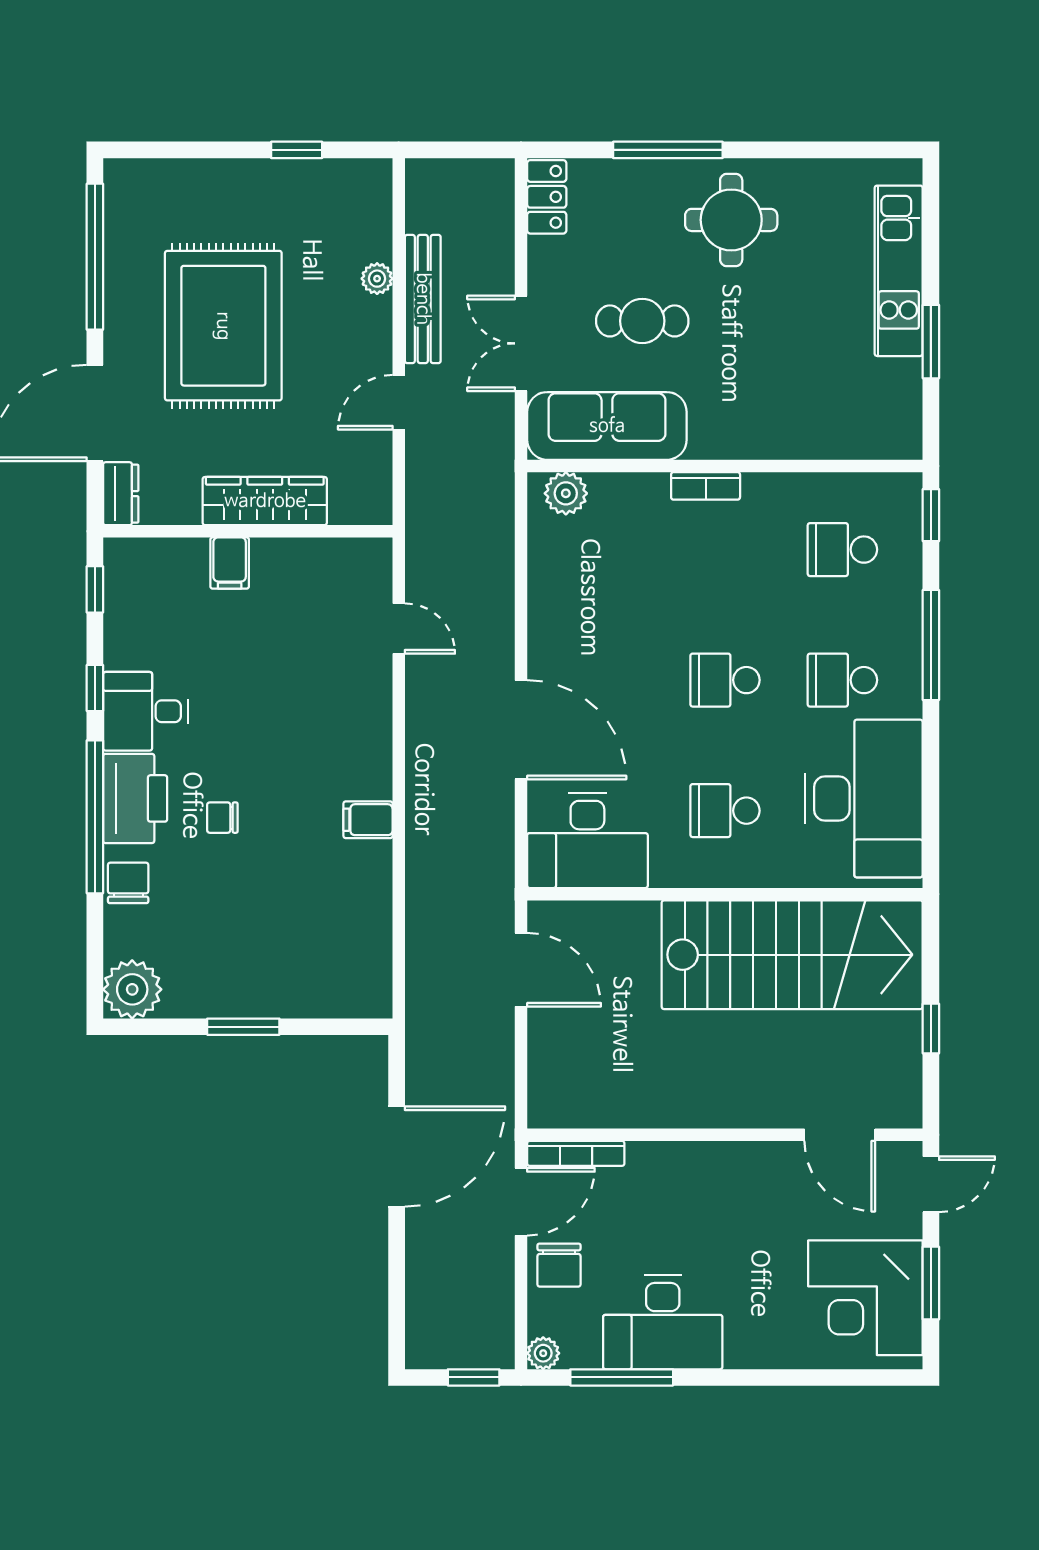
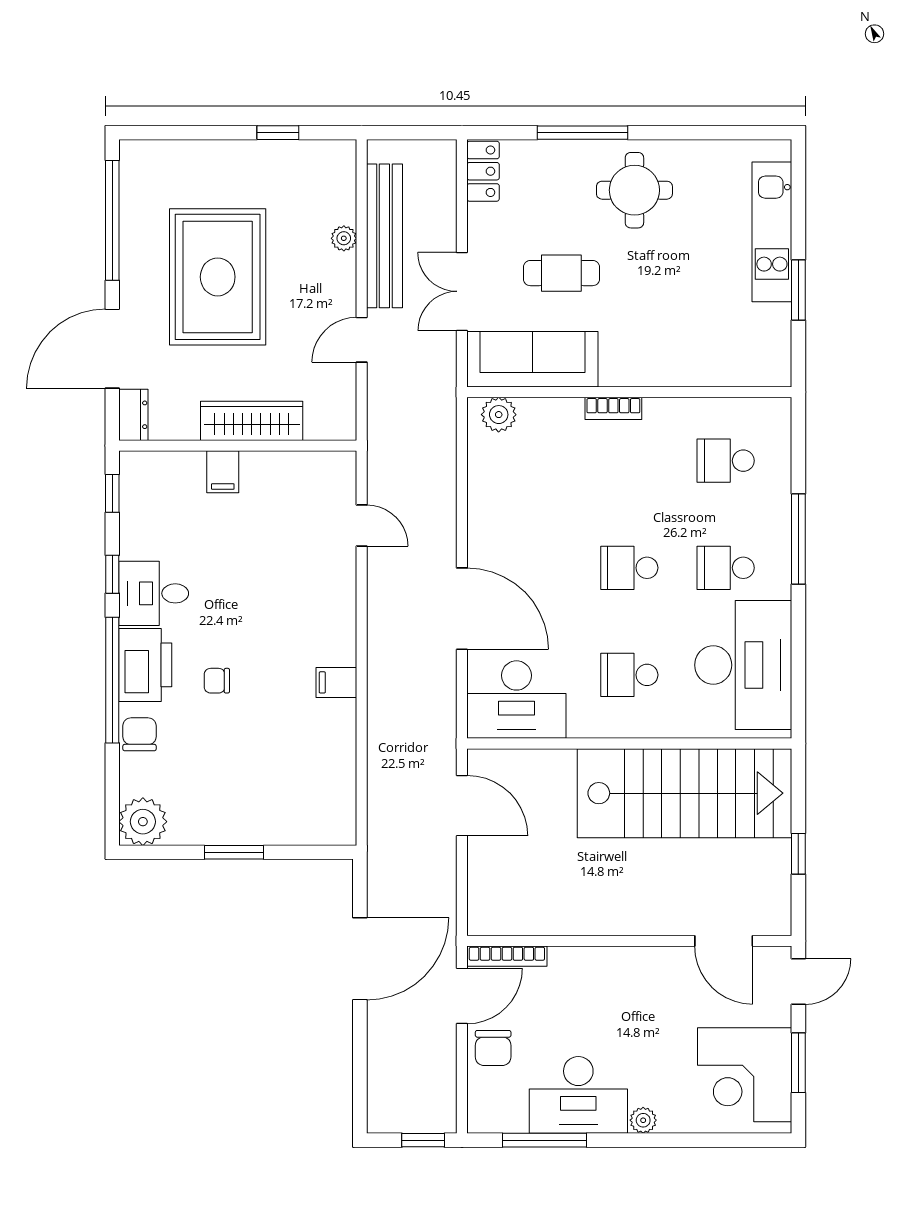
bench: (423, 299) -> (384, 236), width x1.37, depth x1.21
window: (931, 515) -> (798, 432), removed
plant: (543, 1353) -> (643, 1120), moved

